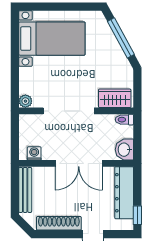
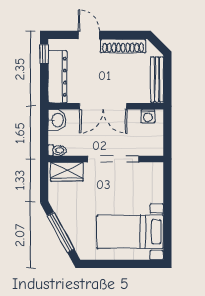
plant: (25, 101) -> (157, 169), removed
double door: (79, 163) -> (103, 106), swing flipped

